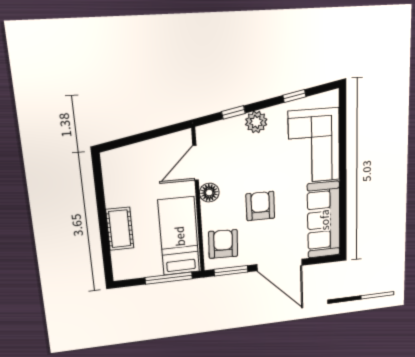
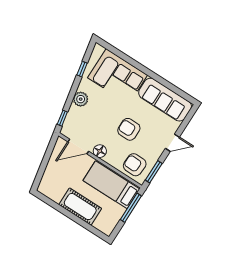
window: (233, 112) -> (62, 118), moved
door: (196, 163) -> (78, 147), hinge flipped
cot: (120, 229) -> (80, 207), width x1.37, depth x1.34
door: (280, 265) -> (172, 143), width x0.53

